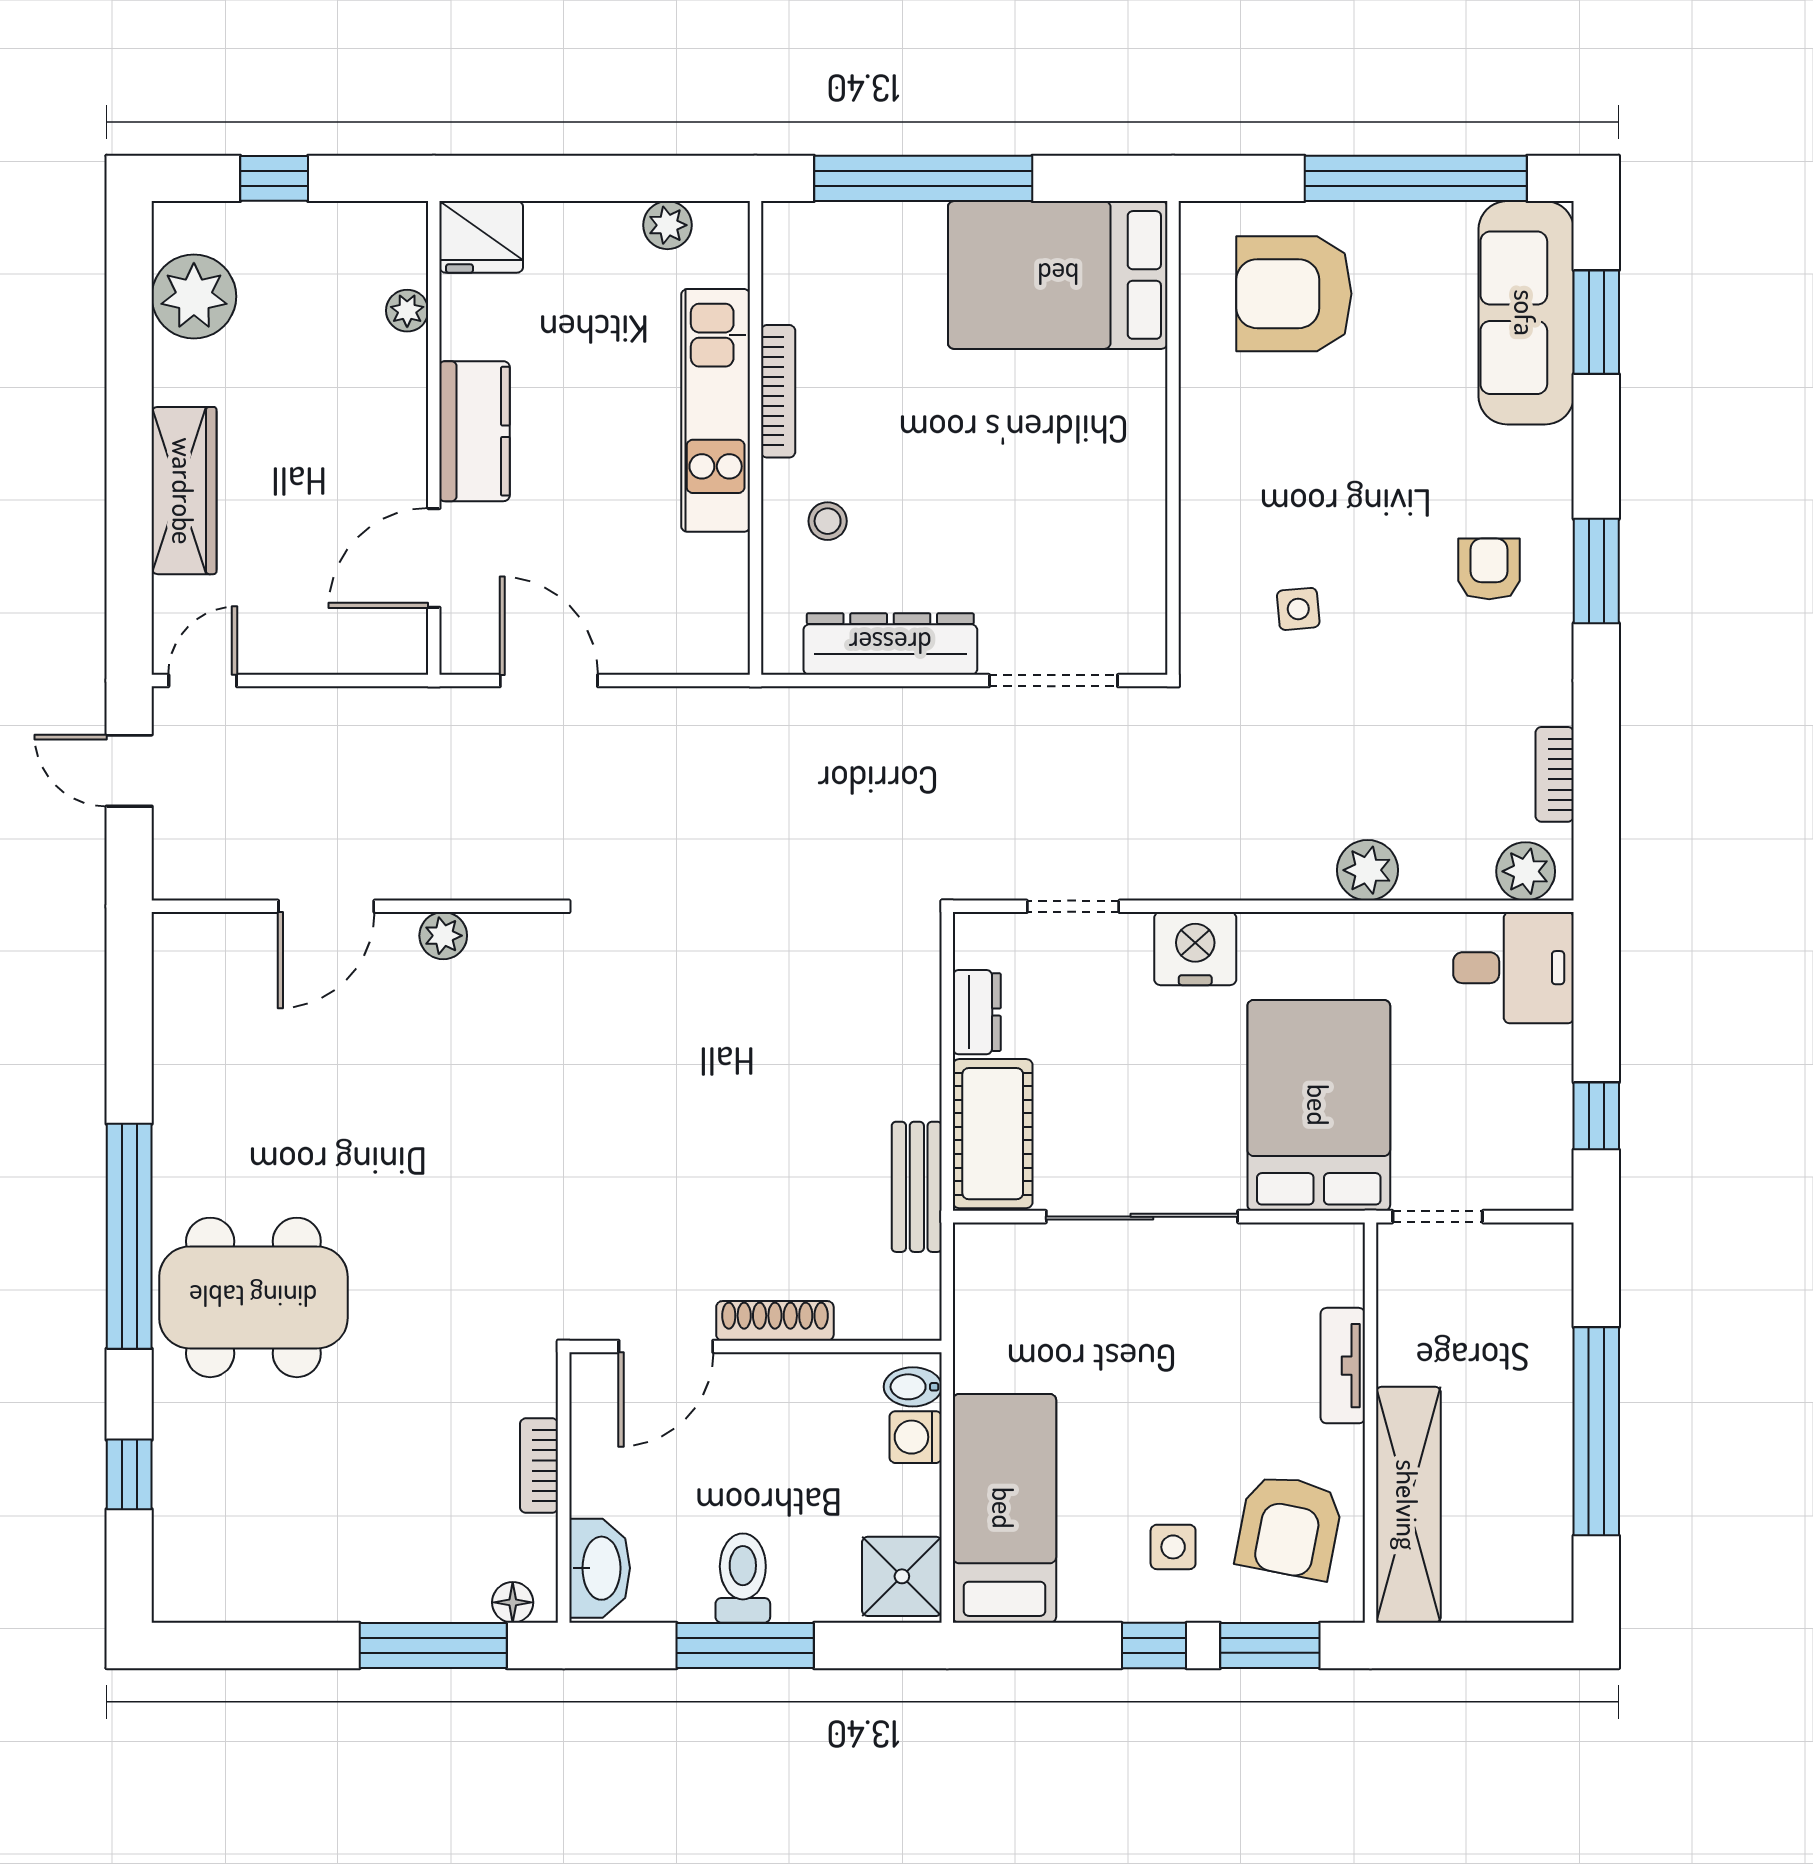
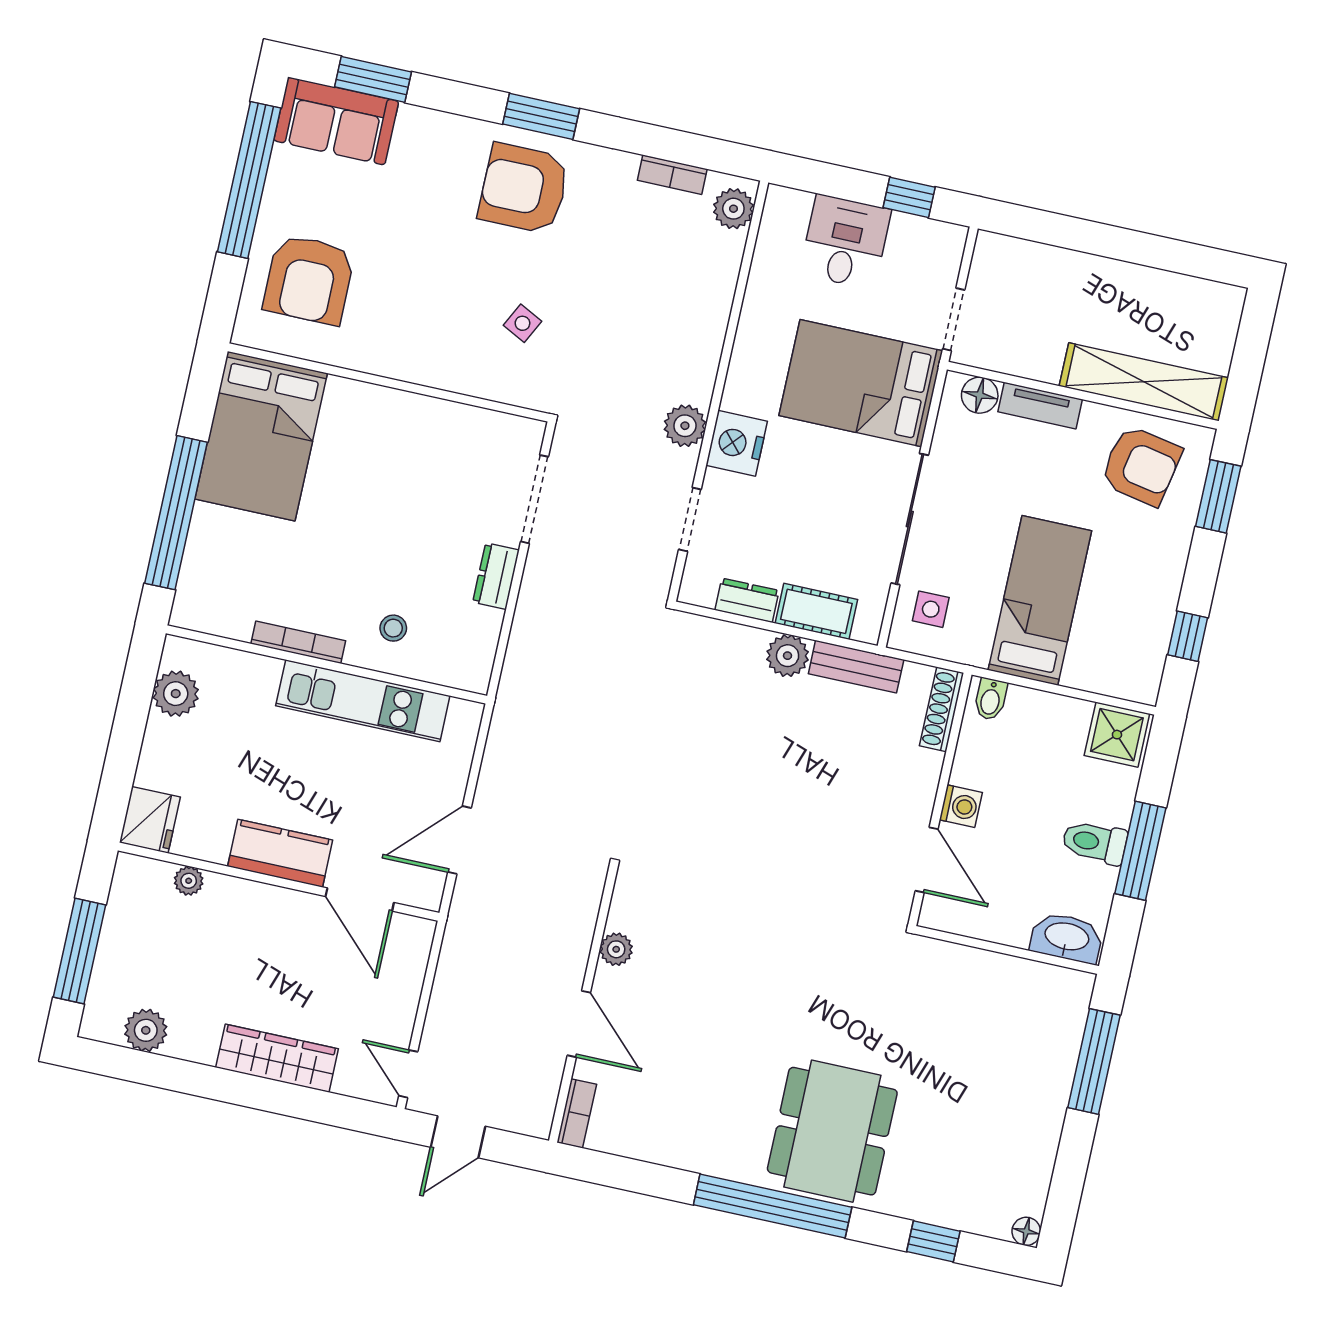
window: (274, 178) -> (80, 951), width x2.17
plant: (667, 225) -> (176, 694), width x1.38, depth x1.38
plant: (194, 296) -> (146, 1030), width x0.73, depth x0.73
sofa: (1526, 313) -> (336, 121), width x0.73
kitchen unit: (716, 410) -> (363, 701), moved
armchair: (1489, 569) -> (524, 188), width x1.88, depth x1.88
side table: (1298, 609) -> (522, 323), turned 32
dresser: (890, 644) -> (496, 576), width x0.51, depth x0.80
plant: (1368, 870) -> (685, 426), moved
desk: (1514, 968) -> (845, 242), moved
plant: (911, 1087) -> (788, 656), added
cot: (993, 1134) -> (816, 611), width x0.73, depth x0.75
floor lamp: (1339, 1277) -> (980, 395), added
shoe rack: (775, 1321) -> (942, 709), moved
window: (1596, 1431) -> (1122, 244), removed
washing machine: (916, 1437) -> (961, 806), moved, turned -90
bookcase: (539, 1466) -> (577, 1113), moved, turned -90
bed: (1004, 1508) -> (1040, 600), moved, turned 90
side table: (1173, 1547) -> (931, 609), moved
floor lamp: (513, 1602) -> (1026, 1231), moved
window: (1154, 1645) -> (1188, 636), moved

